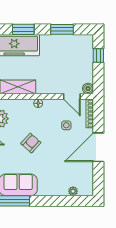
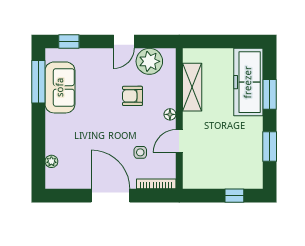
boiler: (88, 89) -> (190, 182), removed
door: (72, 96) -> (179, 141), moved
armchair: (31, 143) -> (132, 96), moved, turned 138

